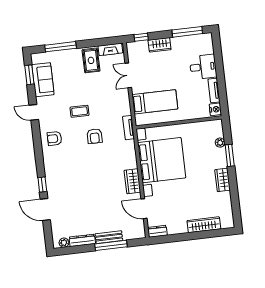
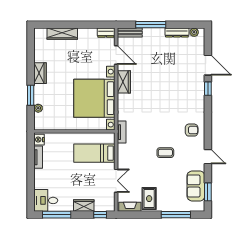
desk: (203, 67) -> (46, 200), moved
armchair: (95, 136) -> (154, 128), removed
bench: (109, 237) -> (130, 32), moved

